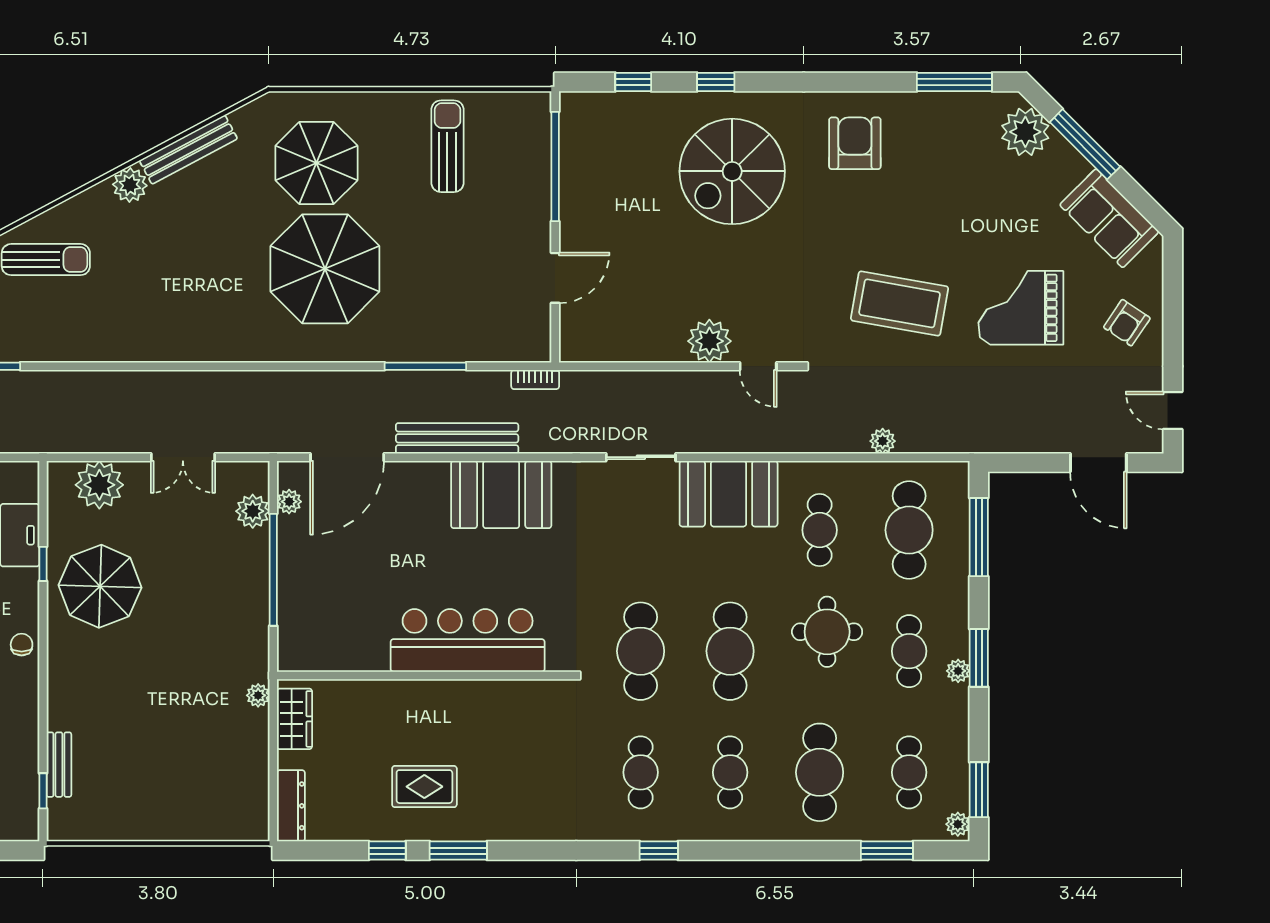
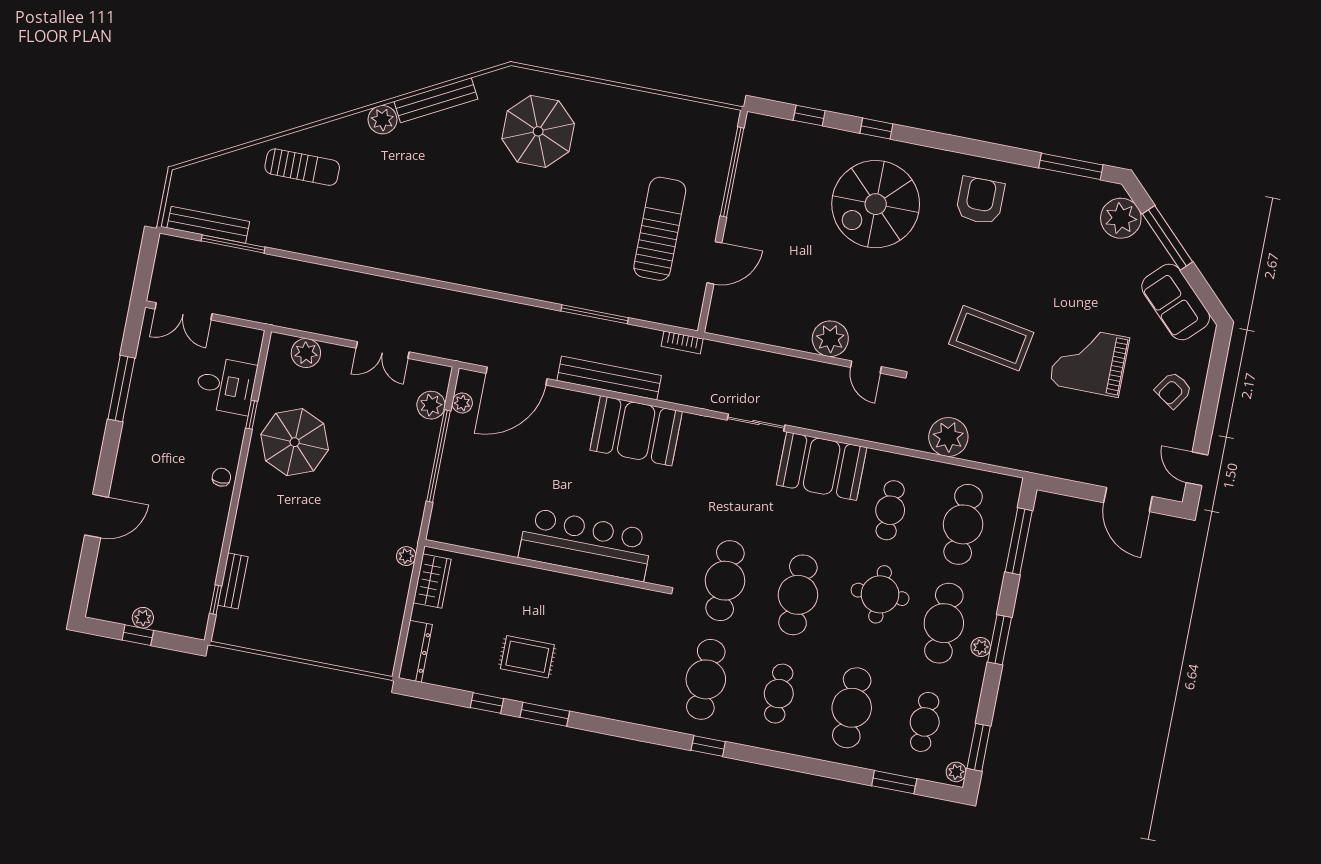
sun lounger: (447, 146) -> (660, 229), moved, width x1.36, depth x1.34
parasol: (325, 269) -> (528, 219), removed
plant: (883, 441) -> (948, 437), width x1.88, depth x1.88
plant: (99, 485) -> (306, 353), width x0.73, depth x0.73
cafe table: (909, 651) -> (944, 623), width x1.37, depth x1.35
cafe table: (641, 772) -> (706, 679), width x1.37, depth x1.35

